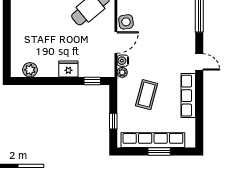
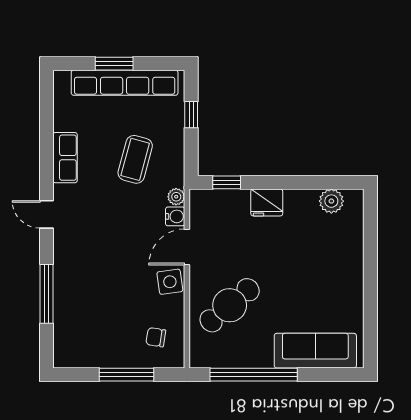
row of seats: (188, 96) -> (65, 158), width x0.68

